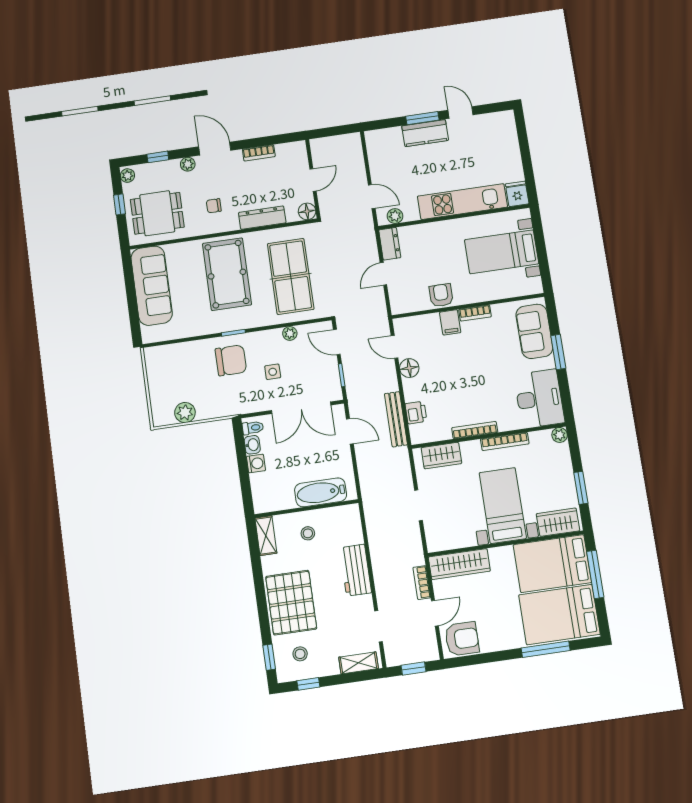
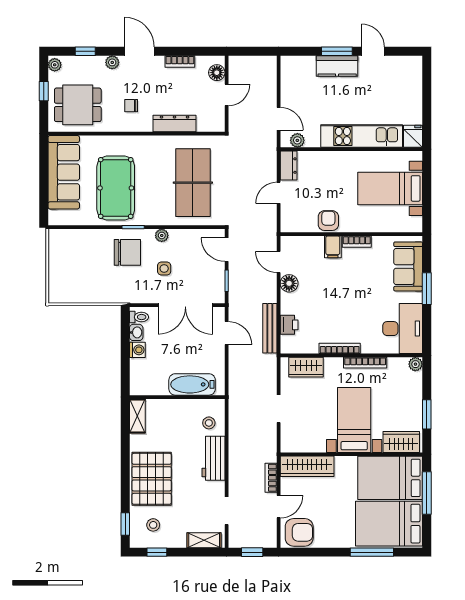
floor lamp: (307, 211) -> (217, 73), moved
pool table: (227, 274) -> (116, 188), moved
plant: (290, 333) -> (162, 235), moved
plant: (185, 413) -> (79, 294), removed
stool: (308, 533) -> (209, 423), moved

